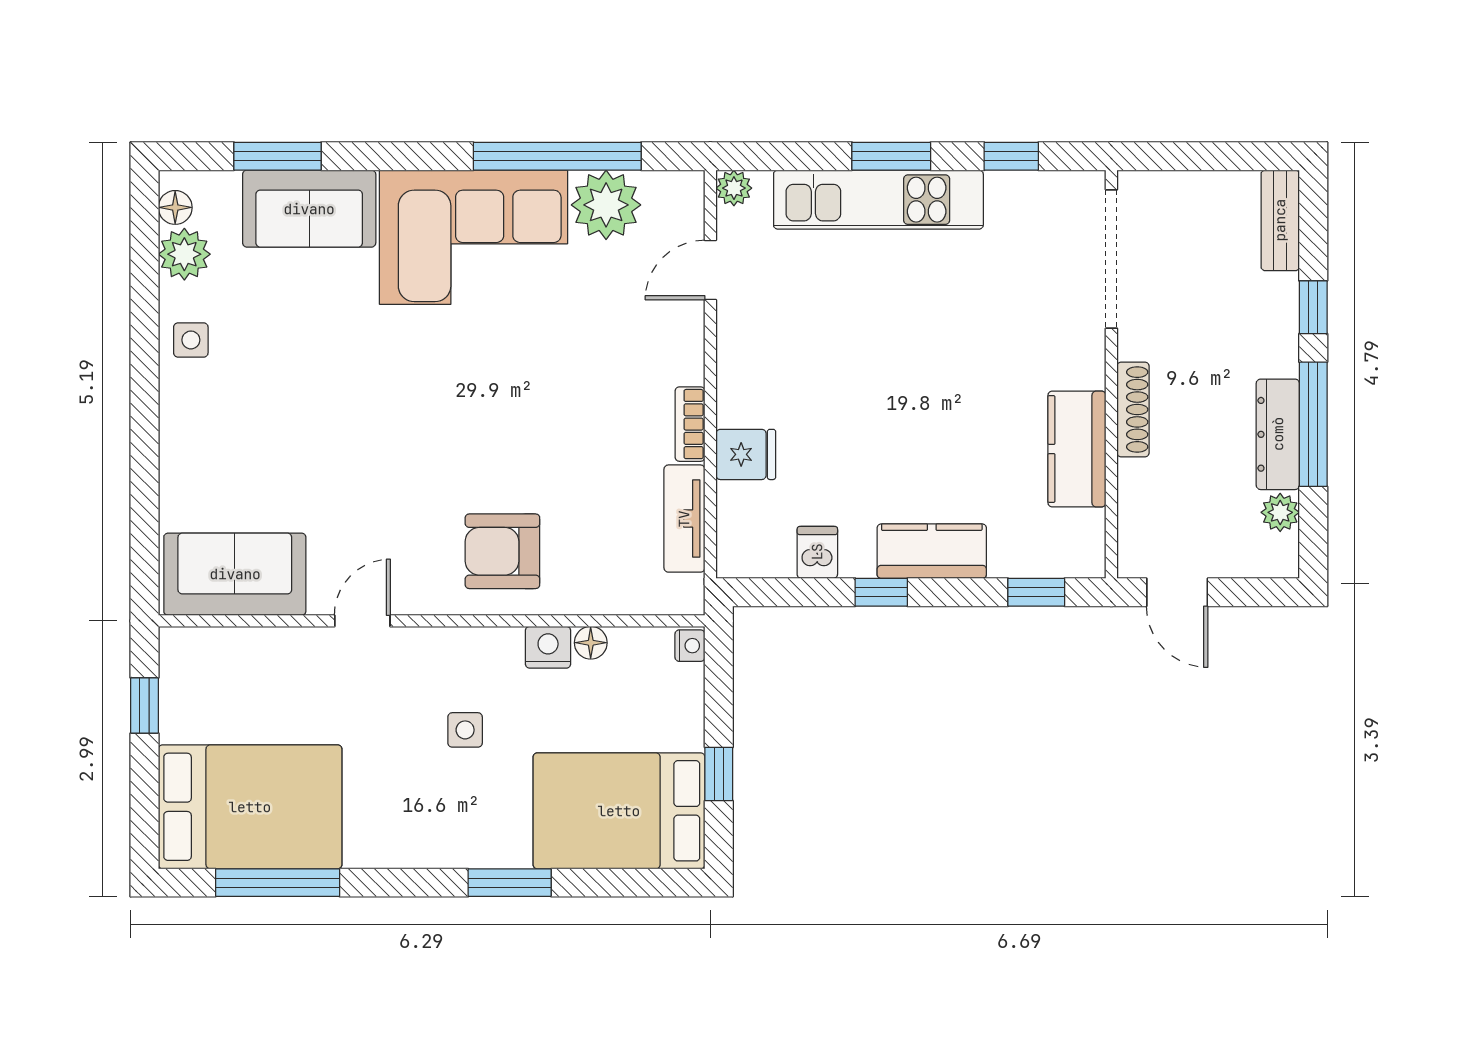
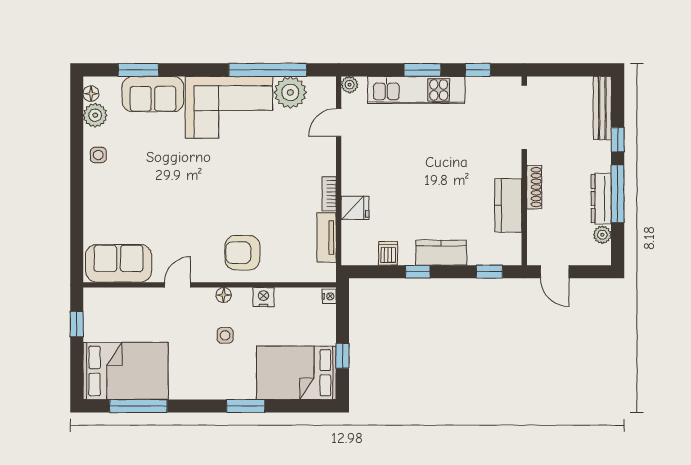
bench: (1280, 220) -> (602, 108), width x1.36
floor lamp: (591, 643) -> (224, 295), moved

